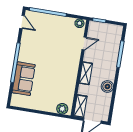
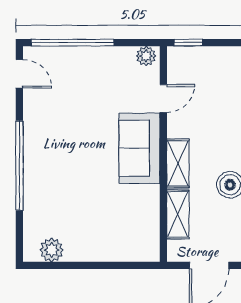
sofa: (24, 79) -> (139, 148), moved, turned 180
shelving: (80, 106) -> (178, 214), moved
plant: (62, 109) -> (52, 250), moved

